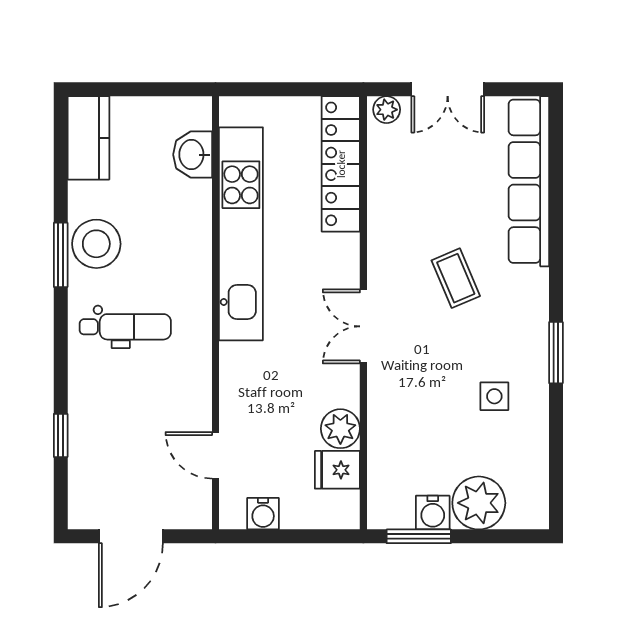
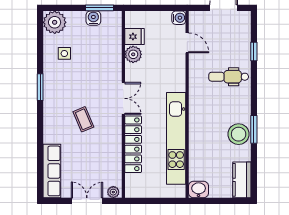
washbasin: (193, 155) -> (199, 189), moved, turned -90
locker: (341, 164) -> (133, 144), moved
row of seats: (529, 181) -> (52, 171), width x0.73
dental chair: (125, 327) -> (229, 77), moved
side table: (494, 396) -> (64, 53), moved
plant: (479, 503) -> (55, 22), moved
water cooler: (263, 514) -> (179, 18), moved, turned 90

